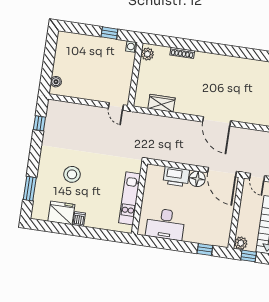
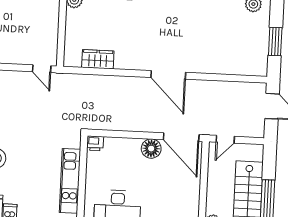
printer: (176, 177) -> (95, 143), moved, width x0.53, depth x0.68
door: (257, 177) -> (225, 139), hinge flipped

